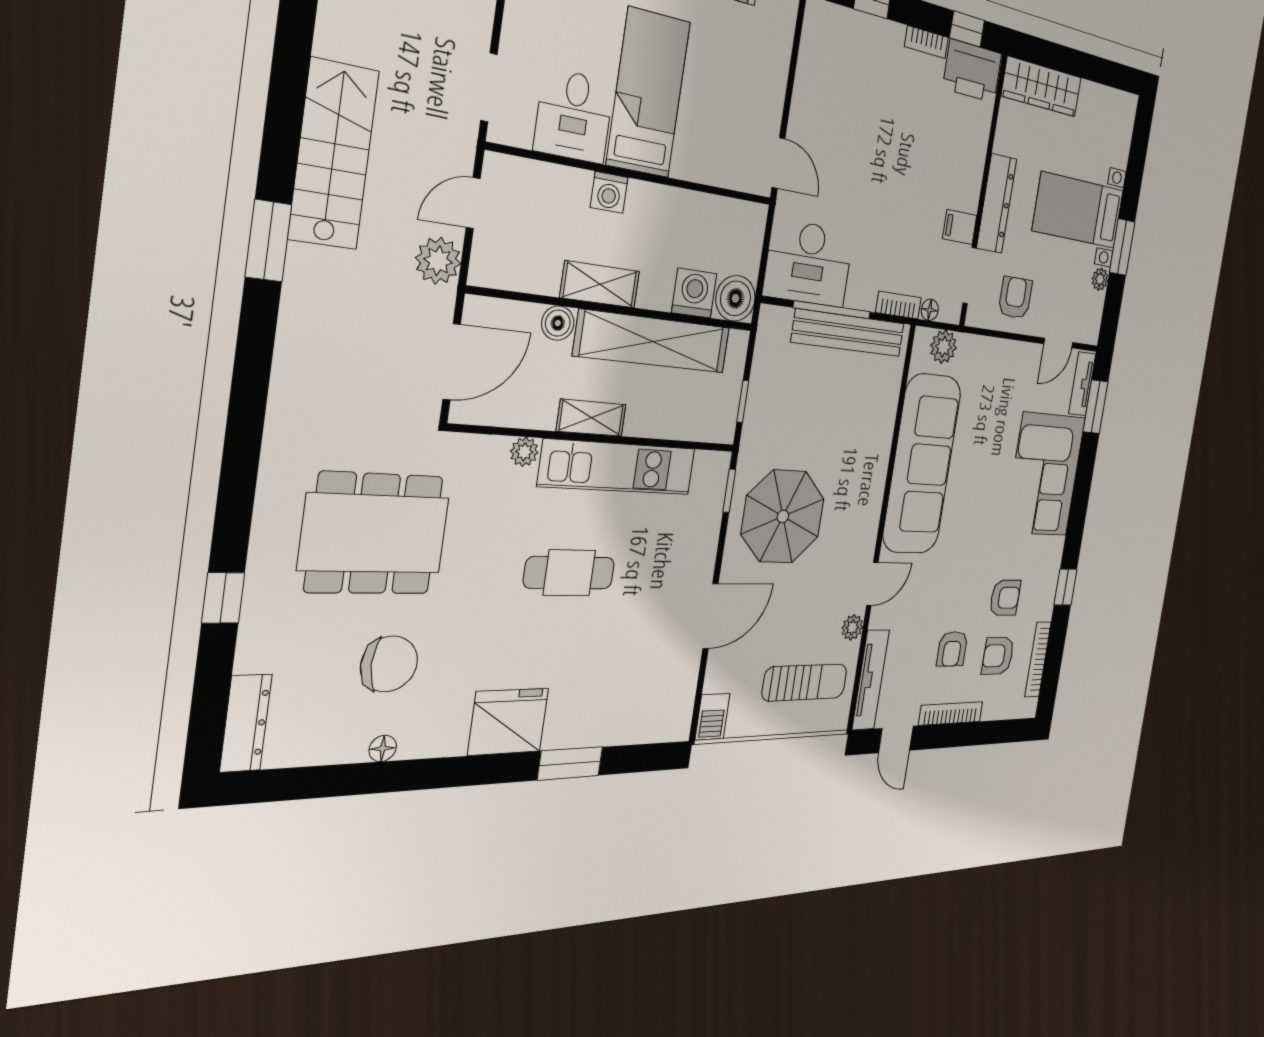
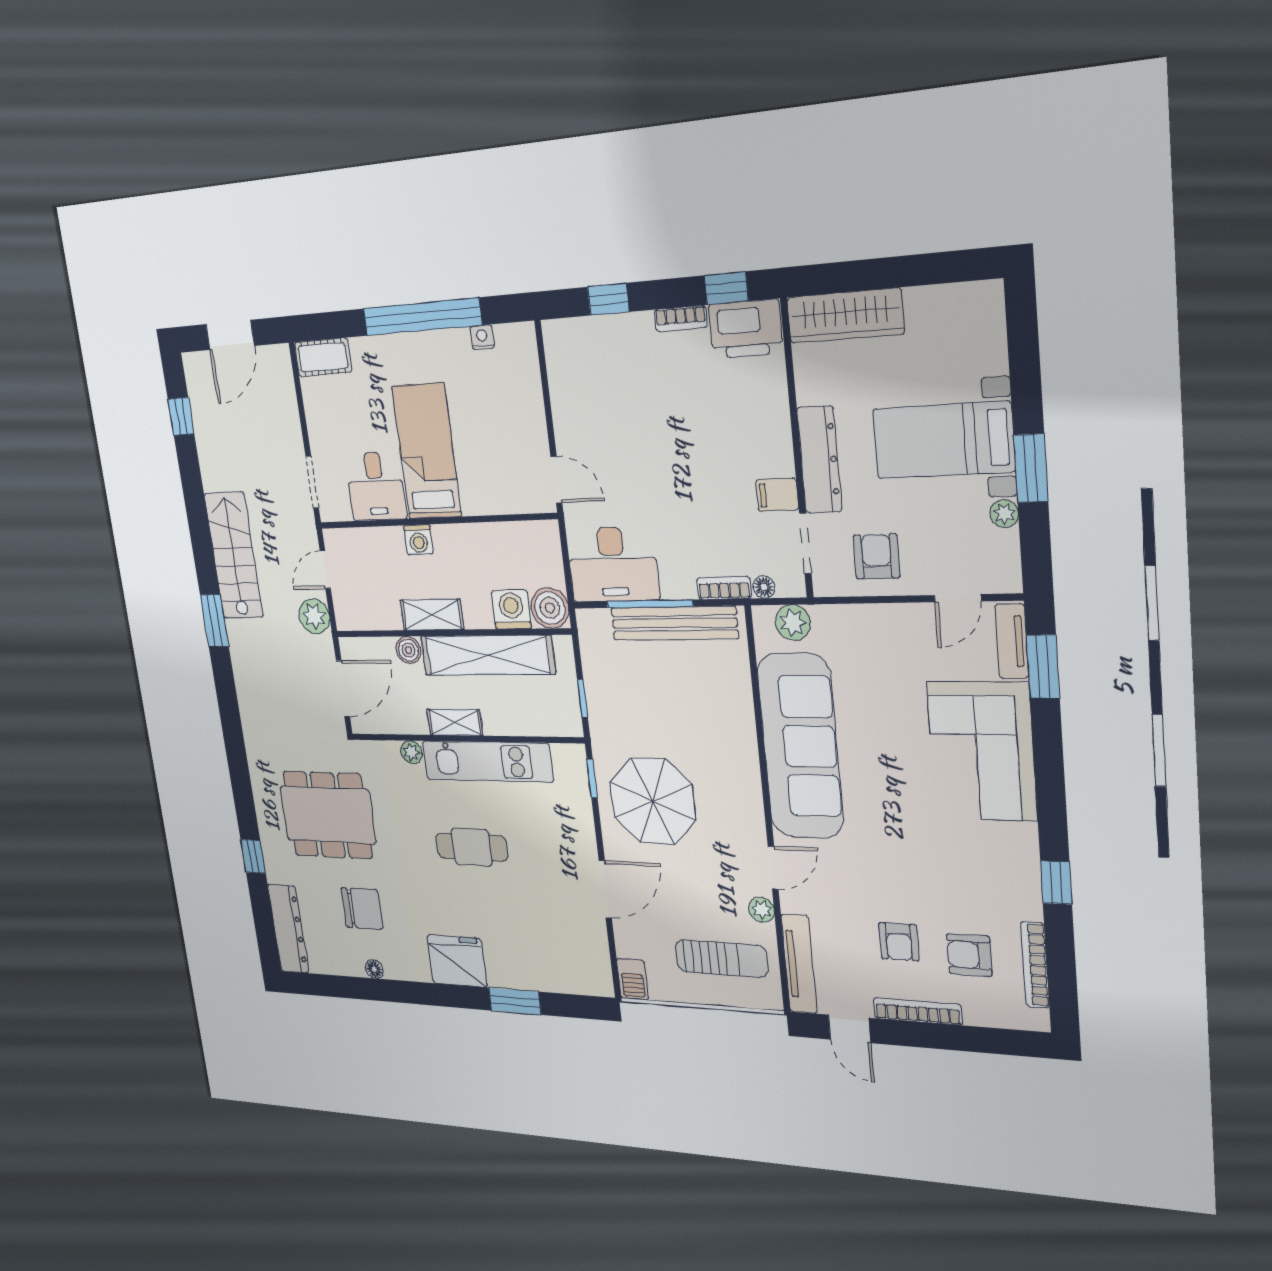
armchair: (1005, 598) -> (961, 890), removed
dresser: (246, 723) -> (288, 929), width x1.37, depth x1.24

